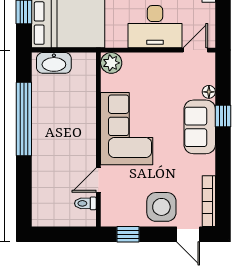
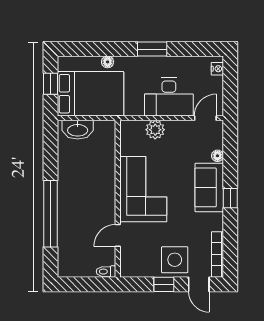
plant: (111, 63) -> (155, 130), moved
window: (223, 116) -> (230, 198), moved
window: (24, 119) -> (50, 214), moved
toilet: (85, 203) -> (106, 272), moved
window: (128, 234) -> (164, 284), moved

